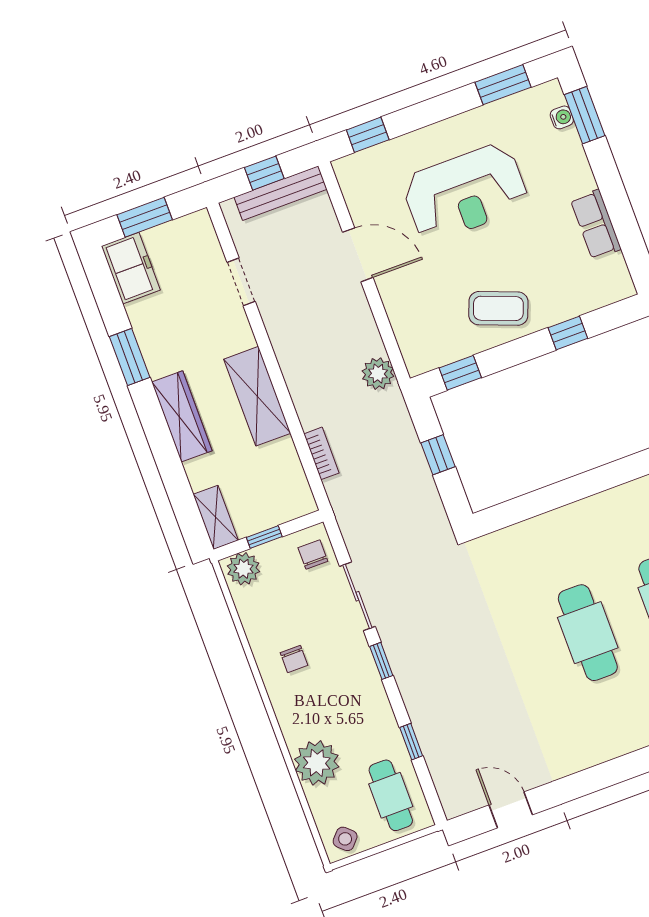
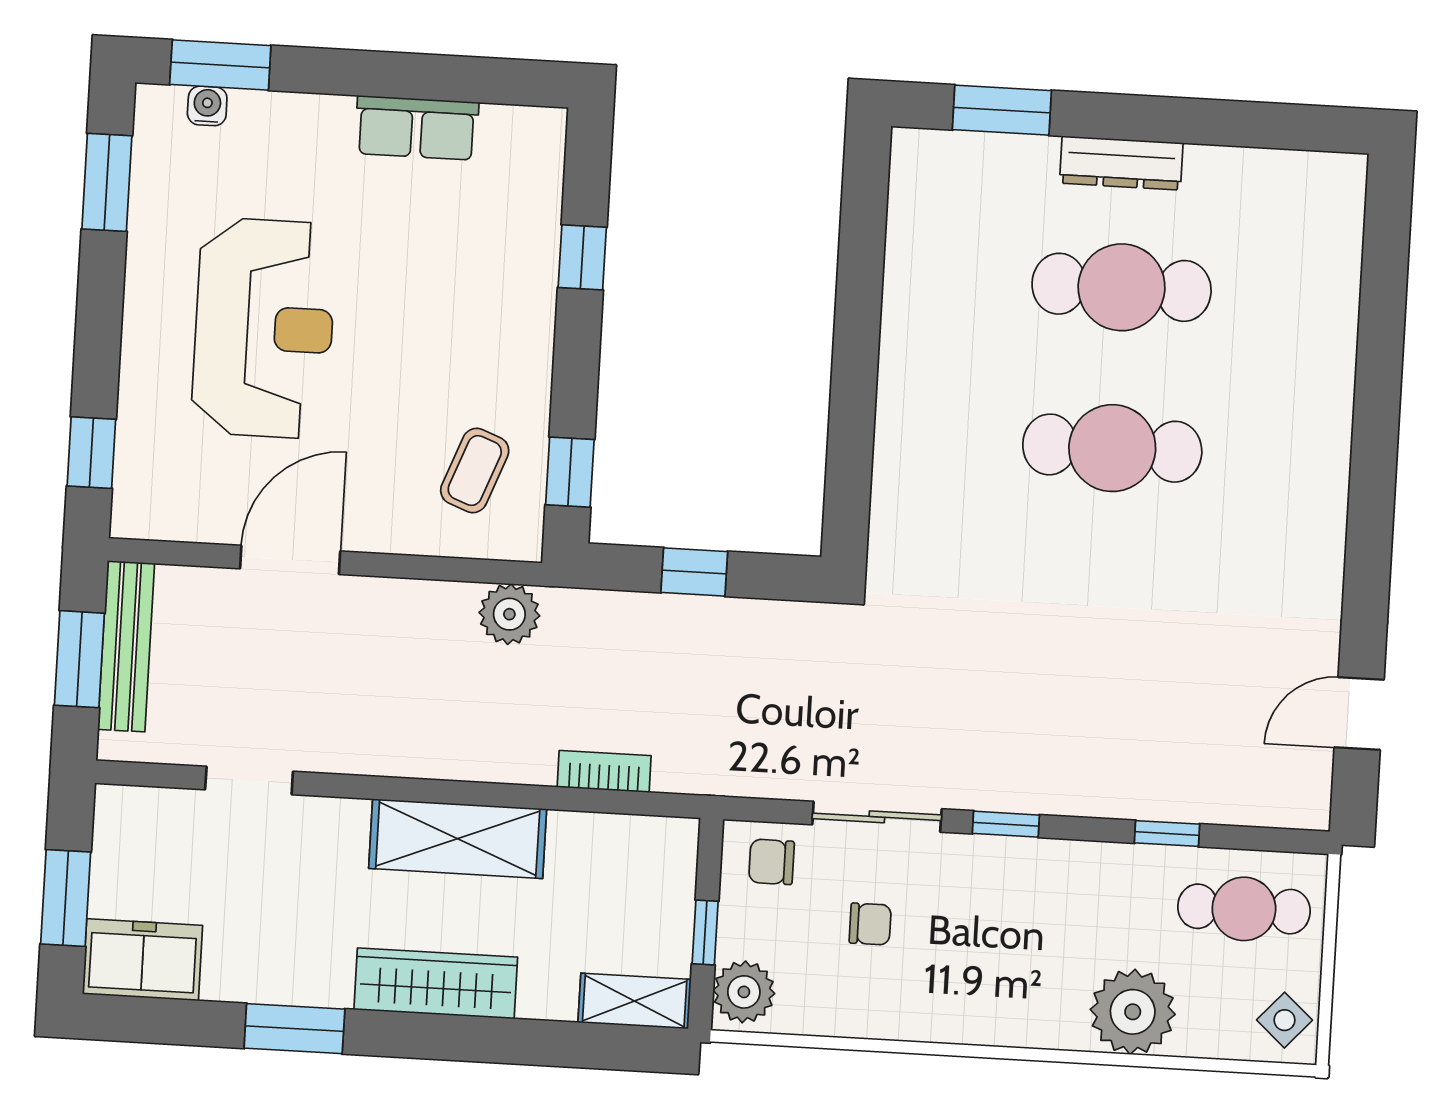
window: (264, 173) -> (79, 659), width x1.50
coffee table: (498, 308) -> (475, 470), moved, width x0.73, depth x0.77
chair: (294, 659) -> (870, 924), moved

